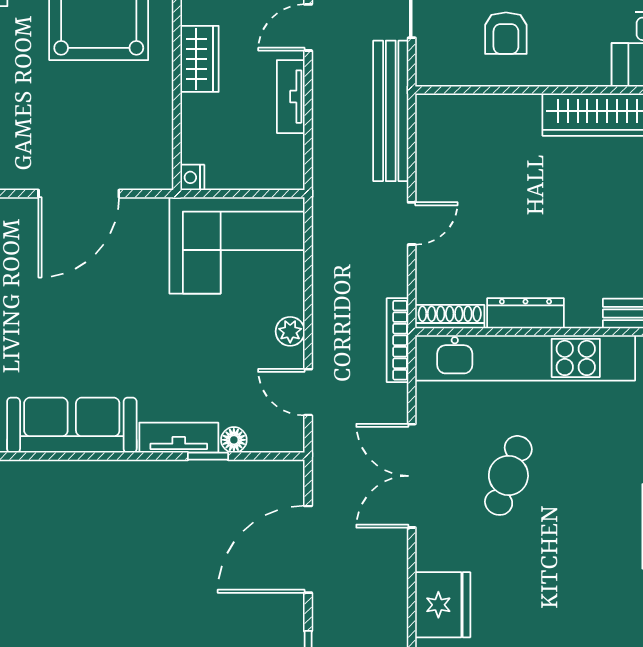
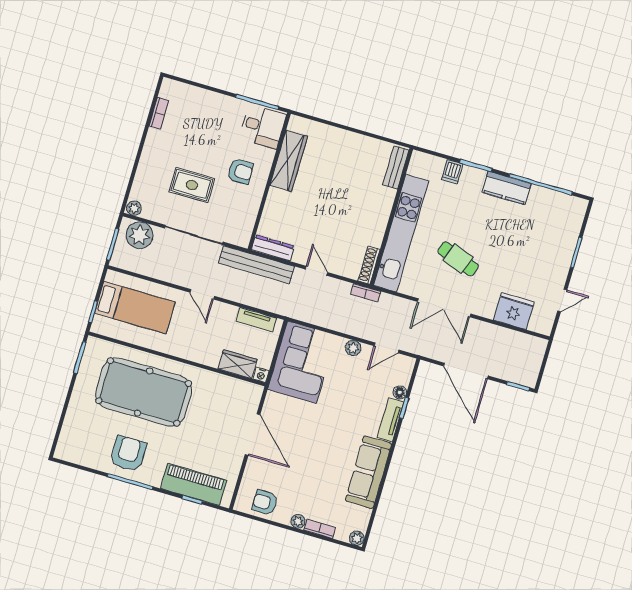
armchair: (506, 33) -> (240, 171), moved
wardrobe: (199, 59) -> (237, 364), moved
tv unit: (291, 97) -> (256, 320), moved
dresser: (525, 313) -> (273, 248), moved, turned 90
bookcase: (397, 340) -> (366, 293), width x0.64

